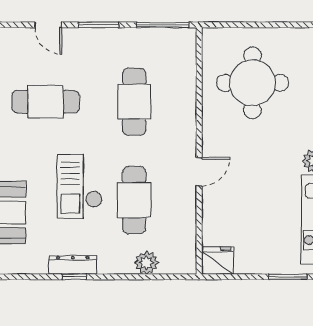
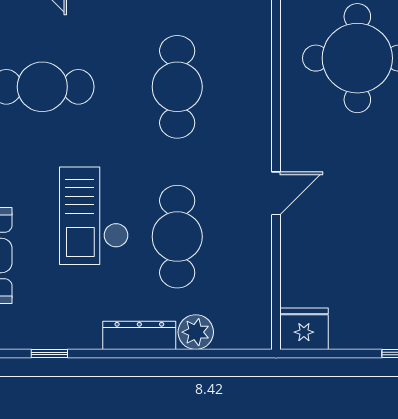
dresser: (73, 265) -> (139, 335), moved
window: (74, 277) -> (49, 353), moved

